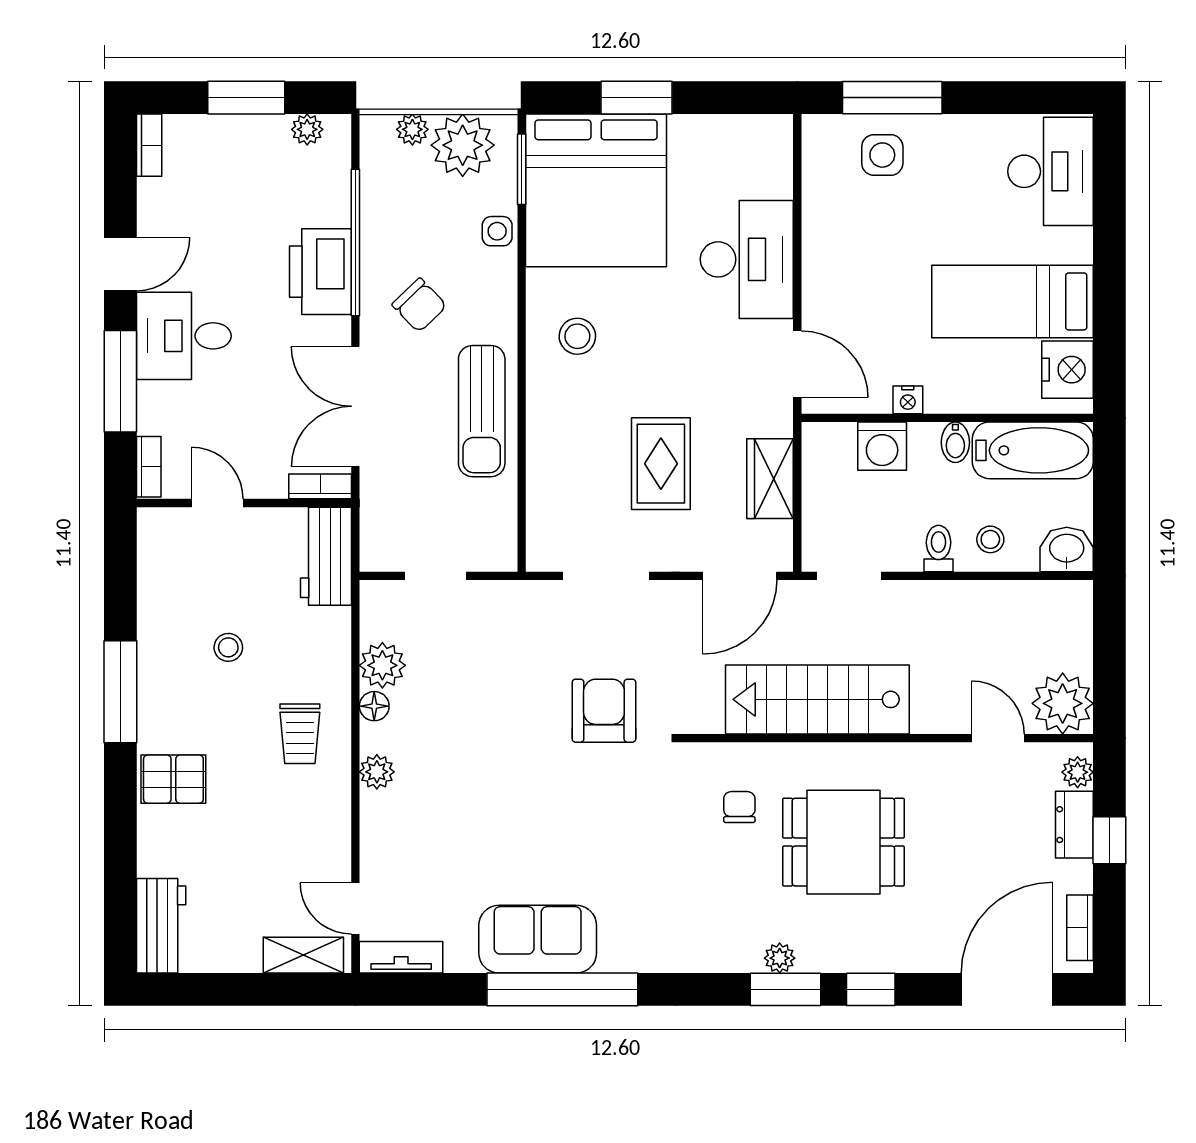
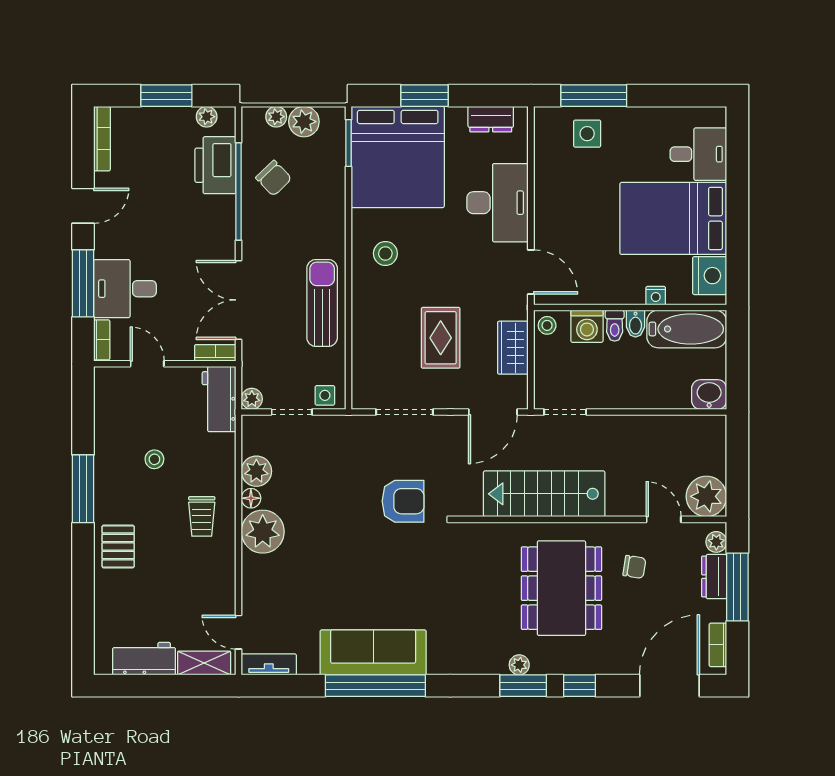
dresser: (737, 133) -> (491, 119), added
bookcase: (149, 145) -> (102, 139), width x1.56
plant: (463, 145) -> (304, 122), width x0.73, depth x0.73
desk: (1051, 171) -> (698, 154), width x0.73
side table: (497, 231) -> (325, 395), moved
printer: (320, 272) -> (215, 165), moved
bed: (1013, 301) -> (673, 218), width x1.50
chair: (419, 305) -> (274, 178), moved
desk: (184, 336) -> (125, 289), moved
nightstand: (908, 400) -> (656, 296), moved
sun lounger: (482, 411) -> (322, 303), turned 180
stool: (990, 539) -> (547, 325), moved
toilet: (939, 549) -> (615, 326), moved, turned 180
plant: (375, 556) -> (252, 399), added
armchair: (604, 711) -> (403, 501), turned 90
plant: (377, 772) -> (263, 532), width x1.88, depth x1.88
pallet: (173, 779) -> (118, 546), turned 90
chair: (739, 807) -> (634, 567), moved, turned 99
window: (1109, 840) -> (737, 587), width x2.17
dining table: (843, 842) -> (561, 588), width x1.38
workbench: (161, 926) -> (144, 659), moved, turned -90
sofa: (538, 939) -> (373, 652), width x1.36

